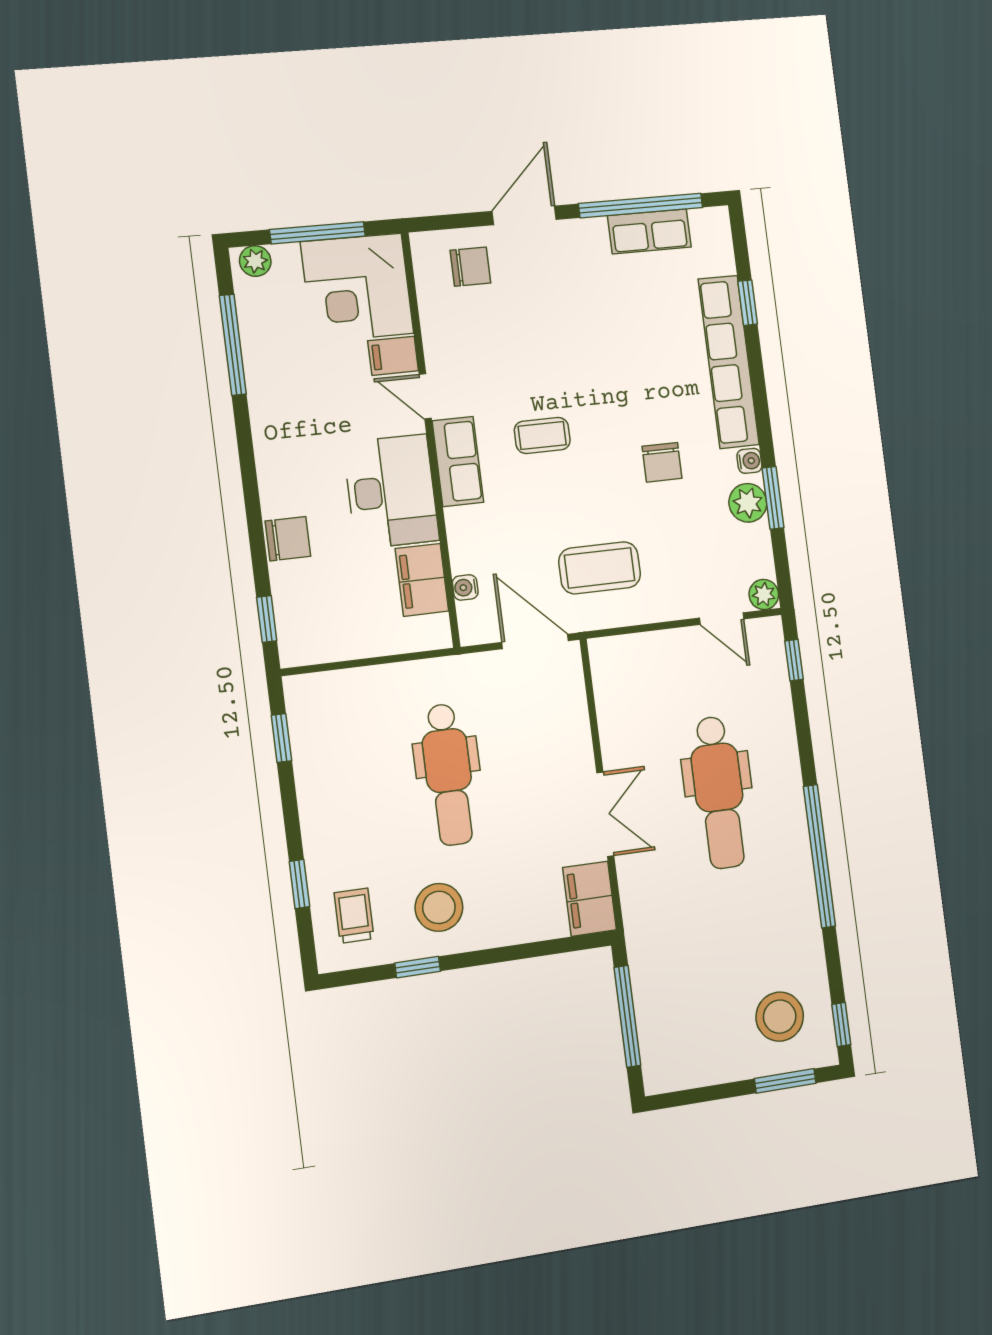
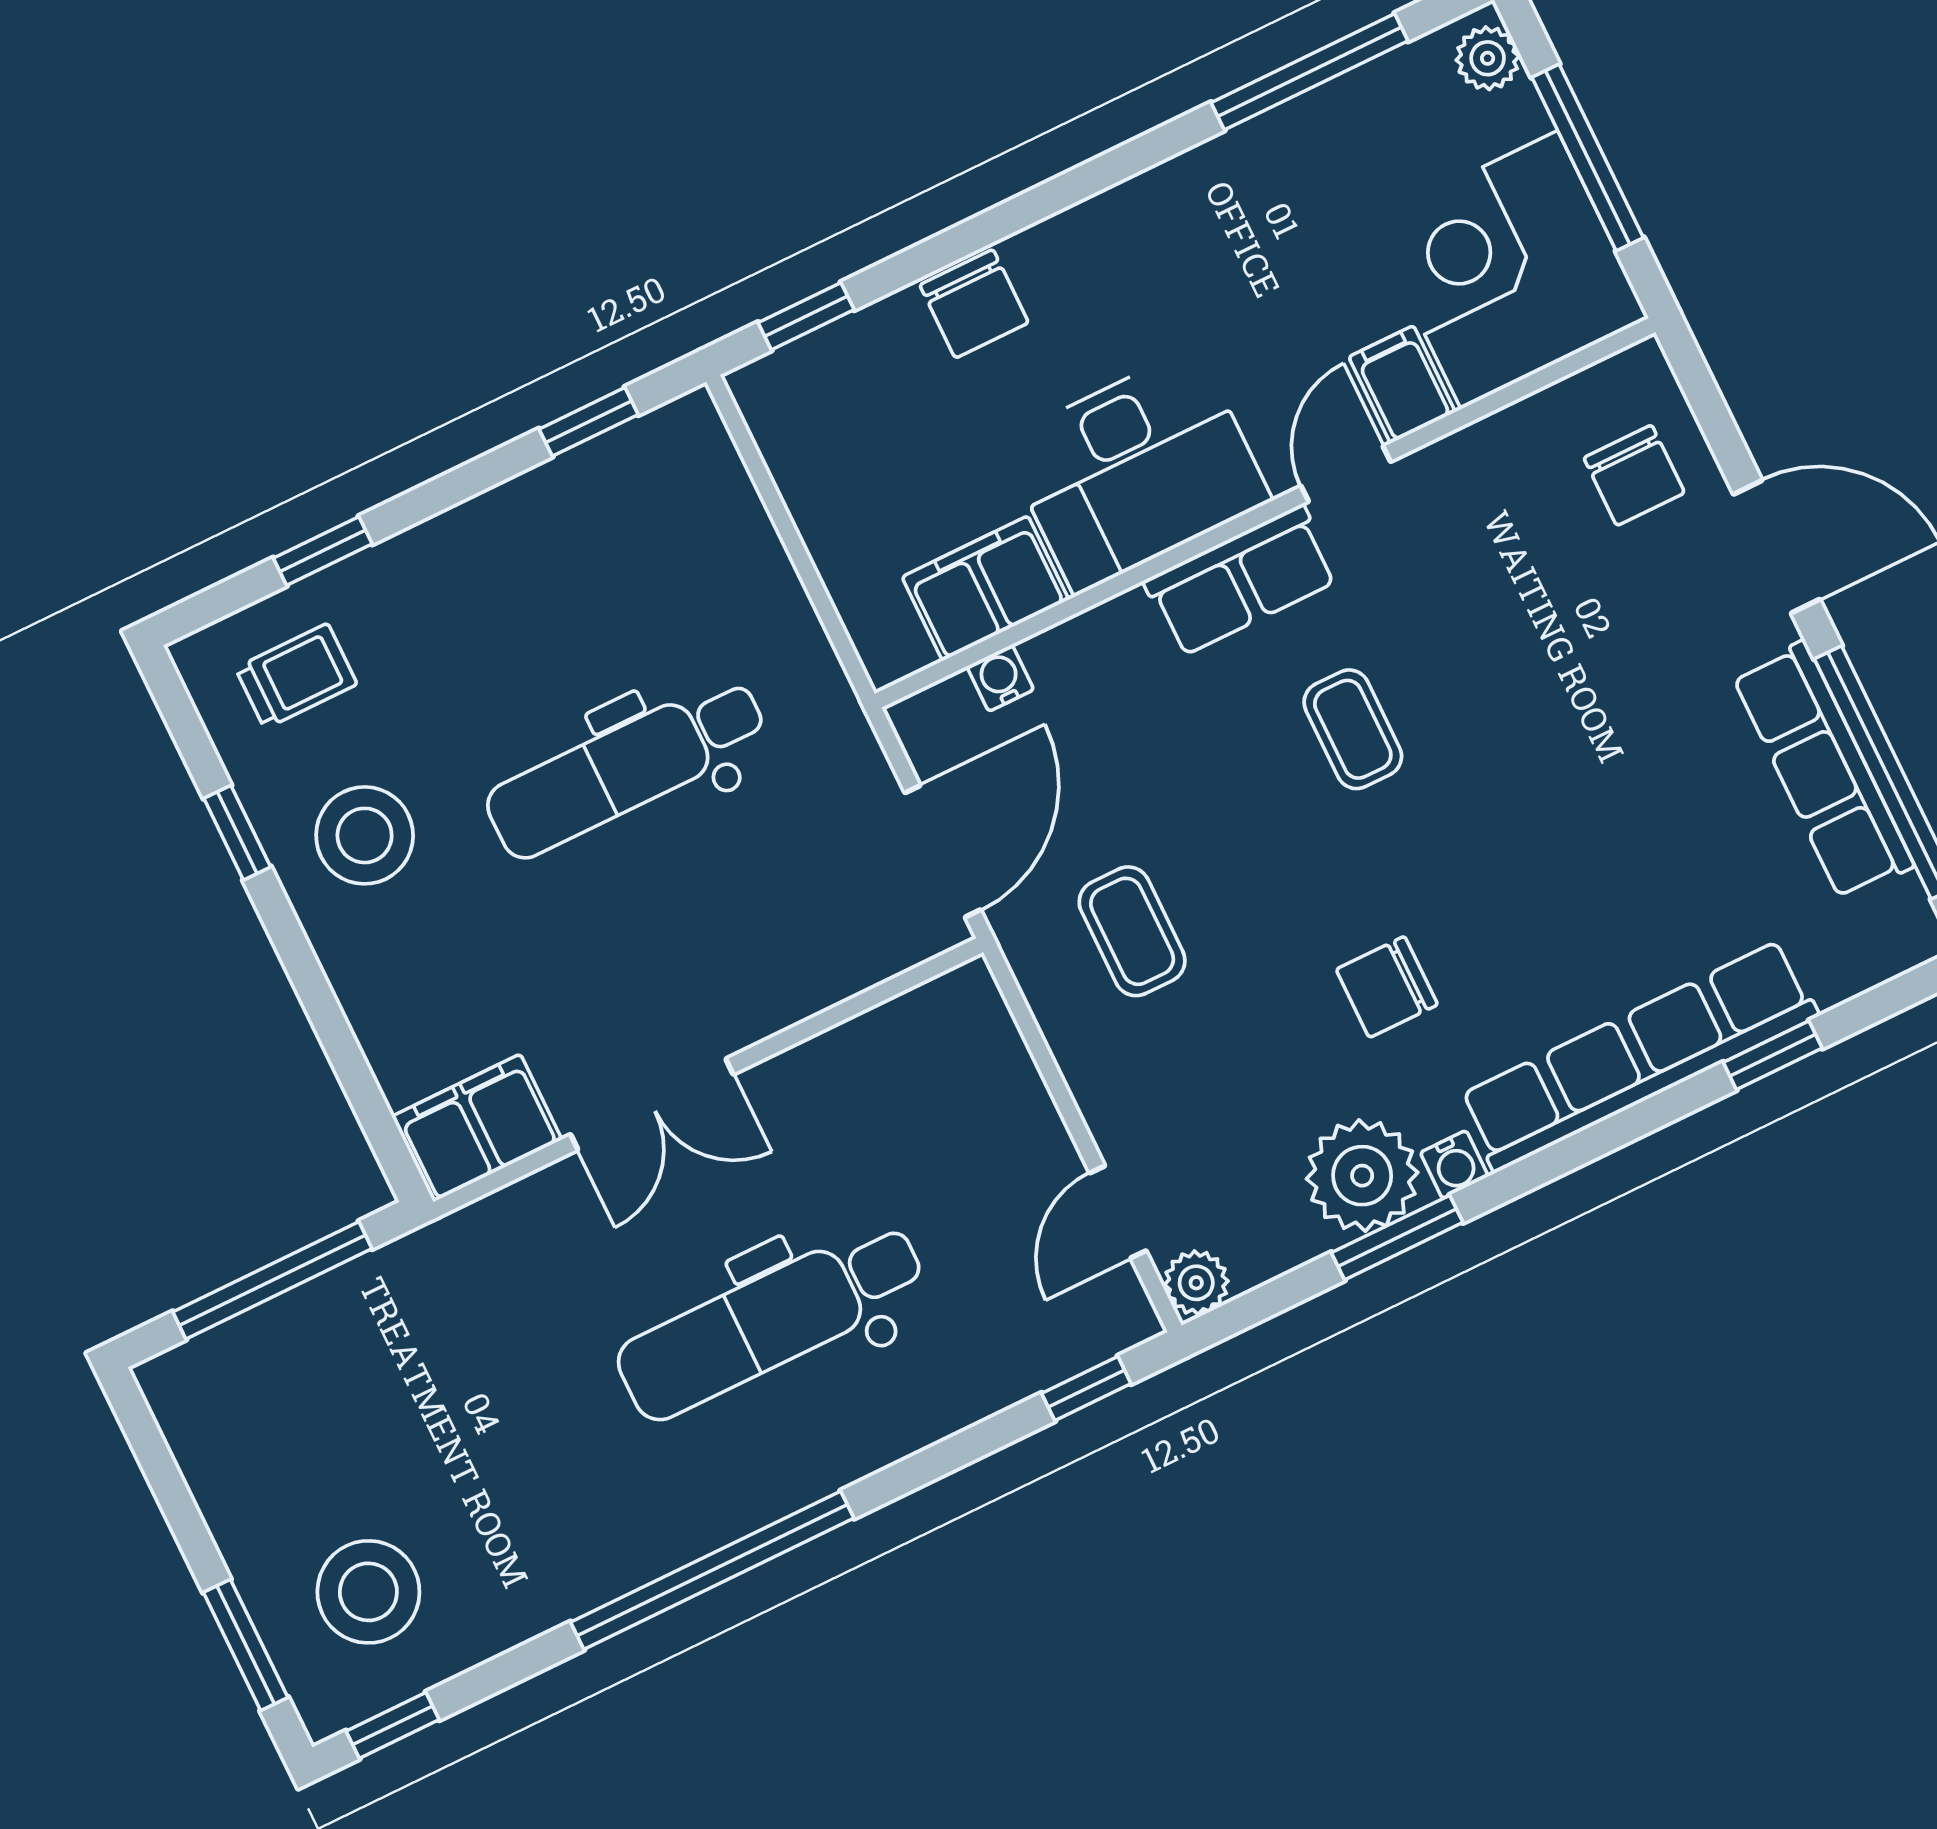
row of seats: (649, 231) -> (1823, 771), width x1.48
plant: (748, 503) -> (1362, 1176), width x1.36, depth x1.36
coffee table: (600, 568) -> (1132, 931), width x0.73, depth x0.77

